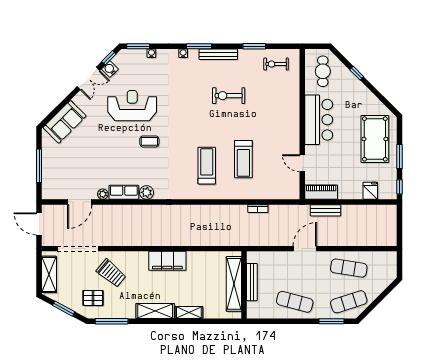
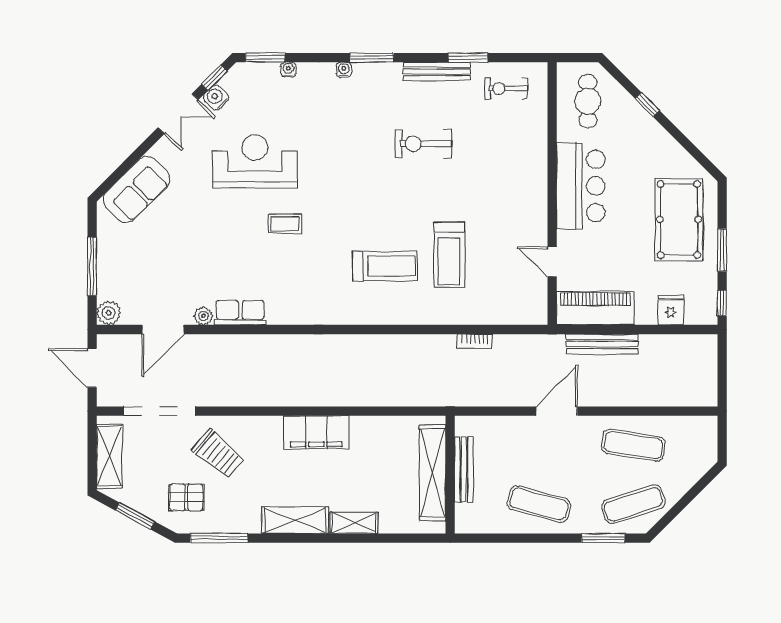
bench: (218, 54) -> (437, 71), moved
treadmill: (207, 166) -> (385, 266), turned 90
plant: (147, 192) -> (109, 313), moved
piano: (321, 192) -> (595, 308), width x1.37, depth x1.33
bench: (326, 210) -> (602, 344), width x1.36

